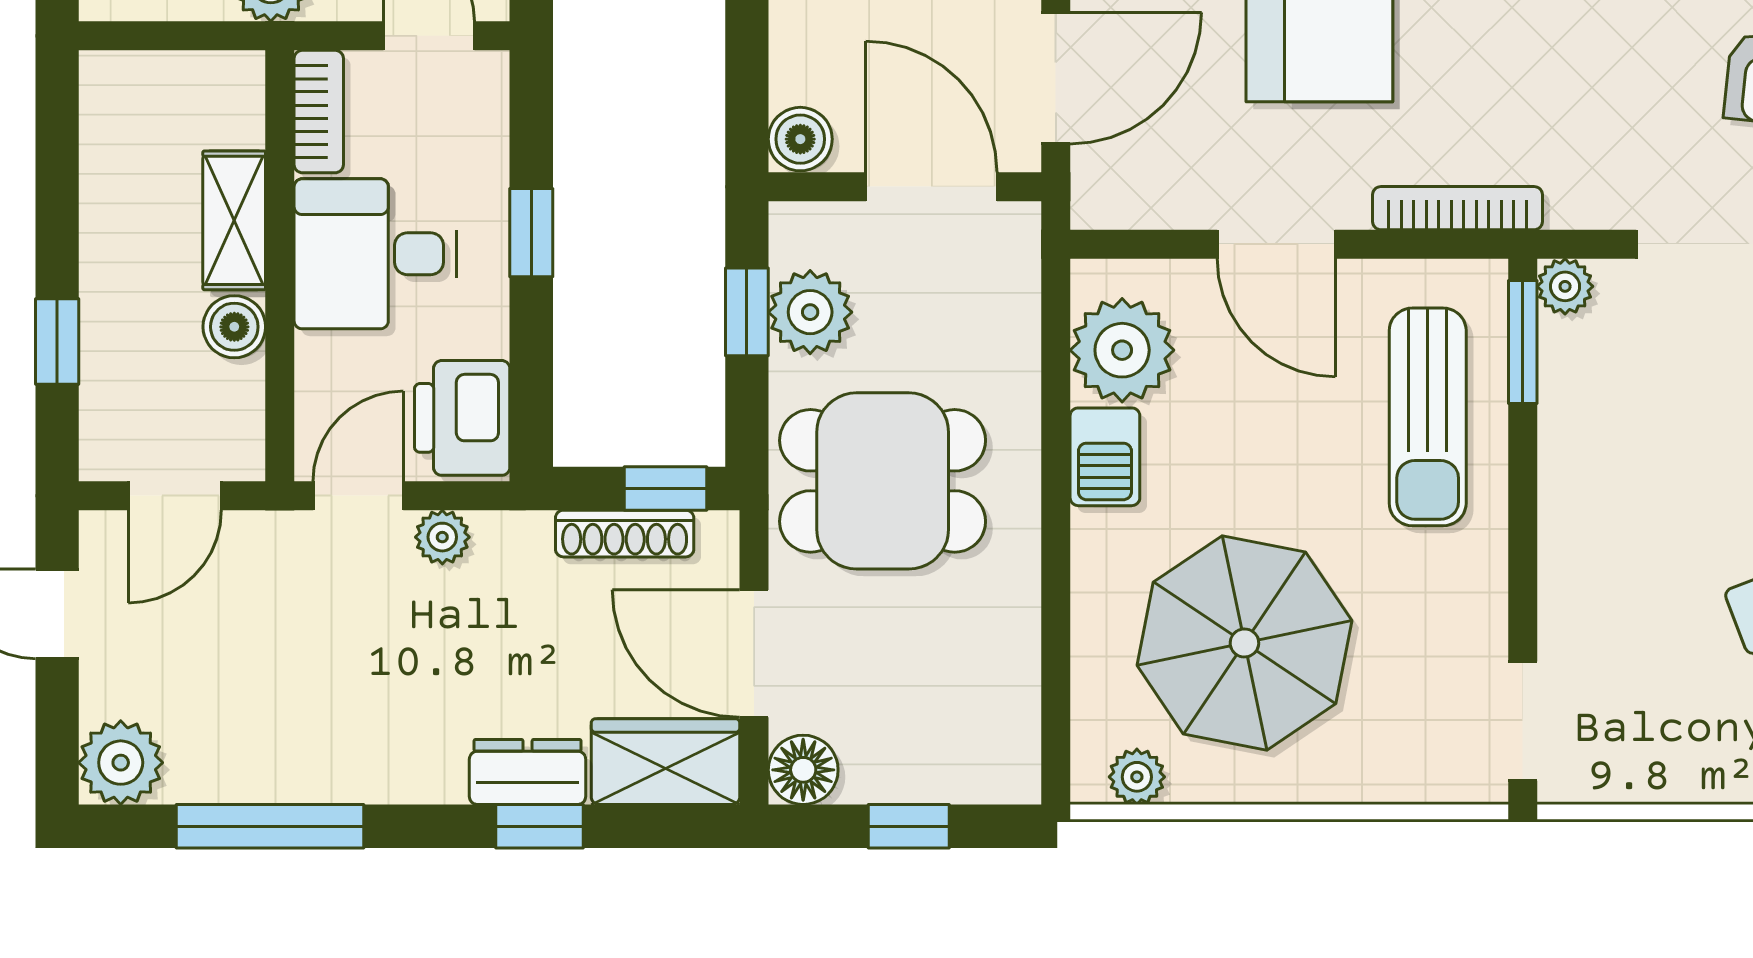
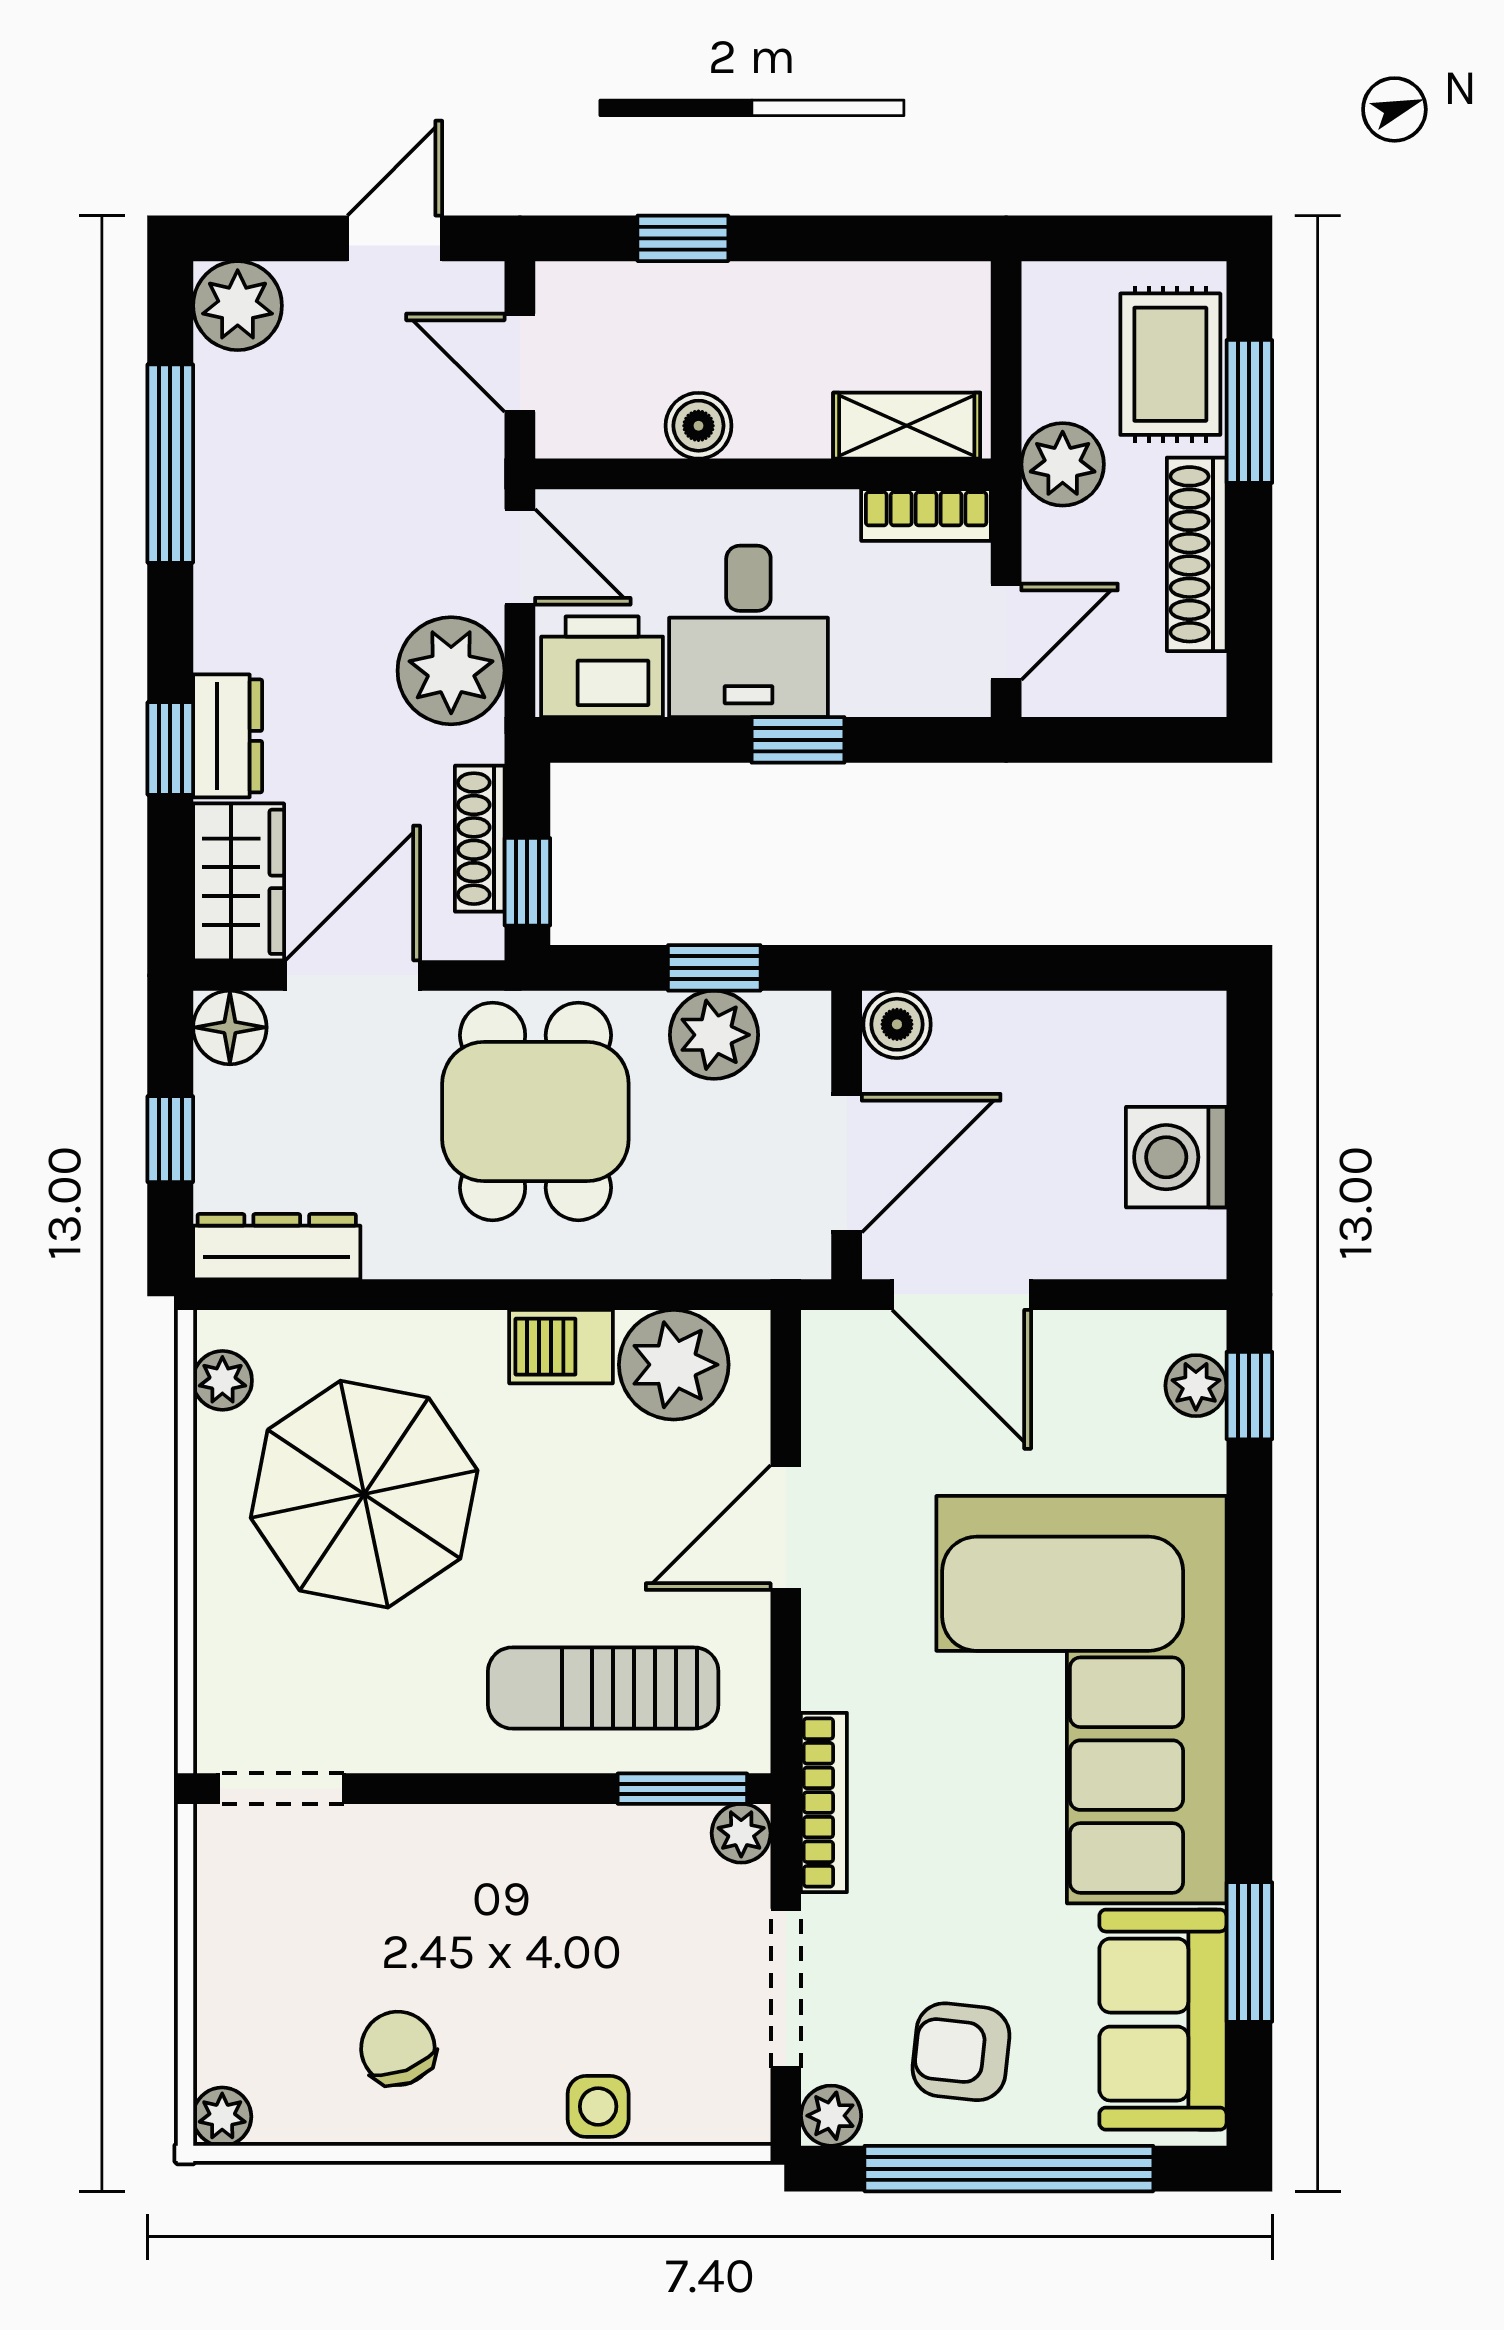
bookcase: (1458, 208) -> (824, 1802), moved
shelving: (234, 220) -> (907, 426), moved
desk: (375, 254) -> (748, 631), moved, turned 180
plant: (442, 537) -> (451, 671), width x1.88, depth x1.88
dresser: (1010, 726) -> (277, 1247), added

